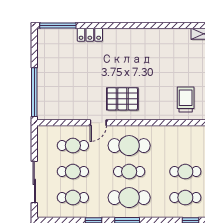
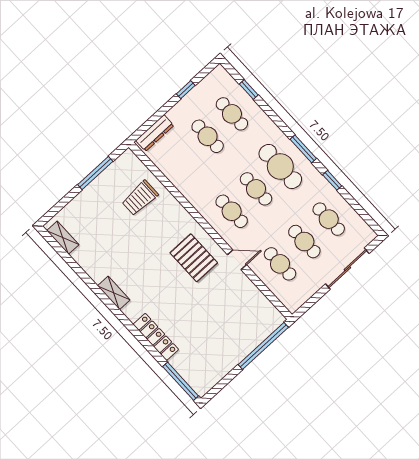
shelving: (145, 34) -> (114, 293), added
locker: (90, 35) -> (156, 337), width x1.53
cafe table: (129, 146) -> (232, 211), width x0.73, depth x0.74

